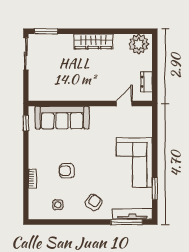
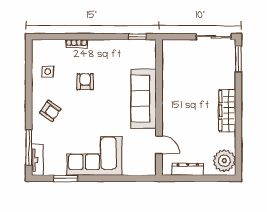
dresser: (147, 82) -> (188, 169), width x1.44
sofa: (62, 117) -> (144, 99), moved
tv unit: (132, 214) -> (37, 160), width x0.71

